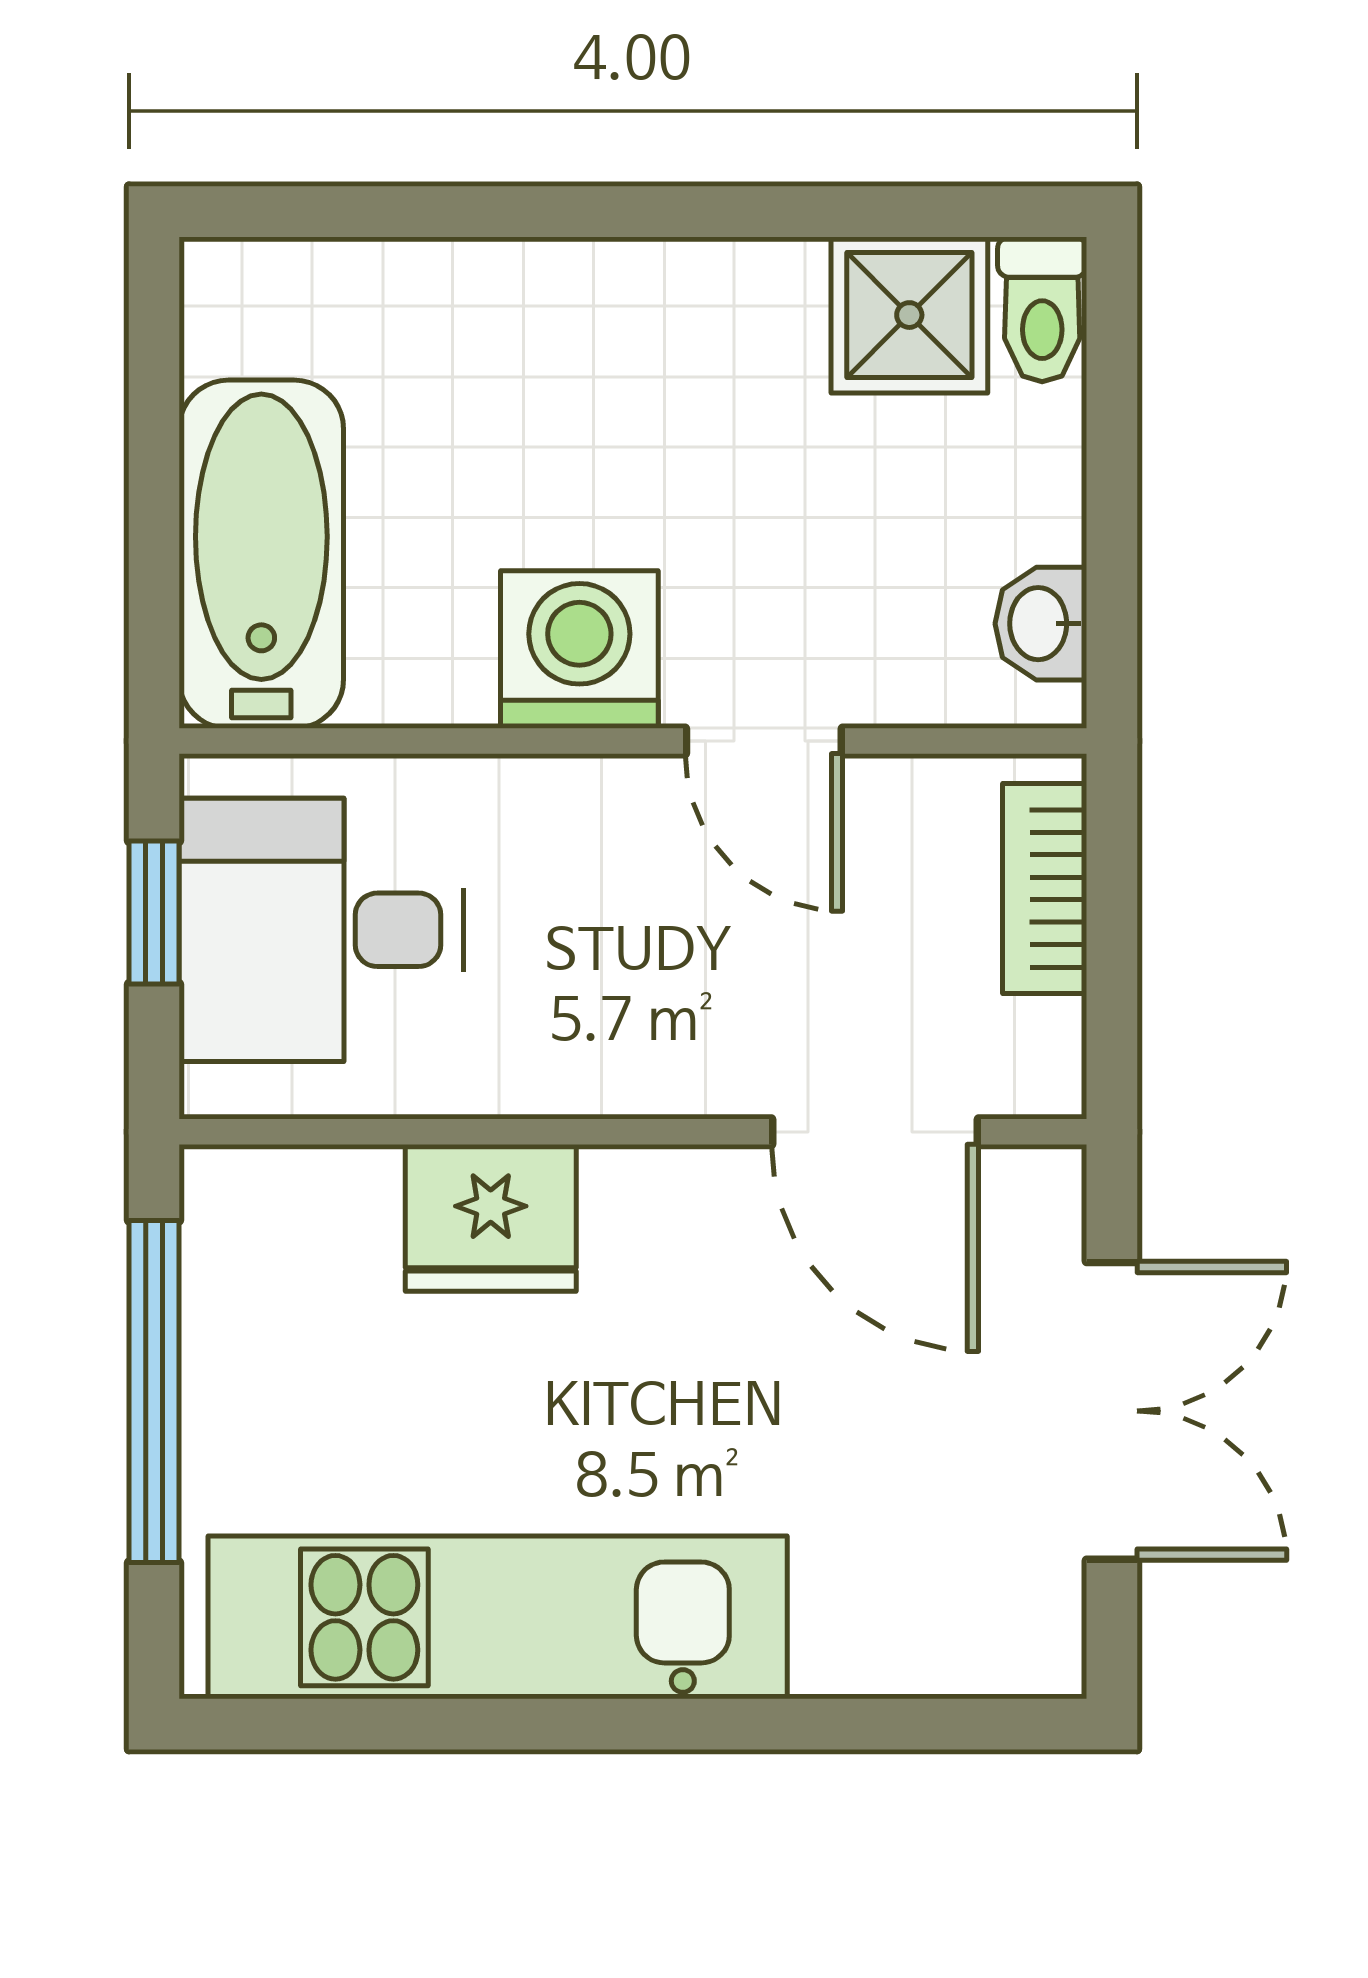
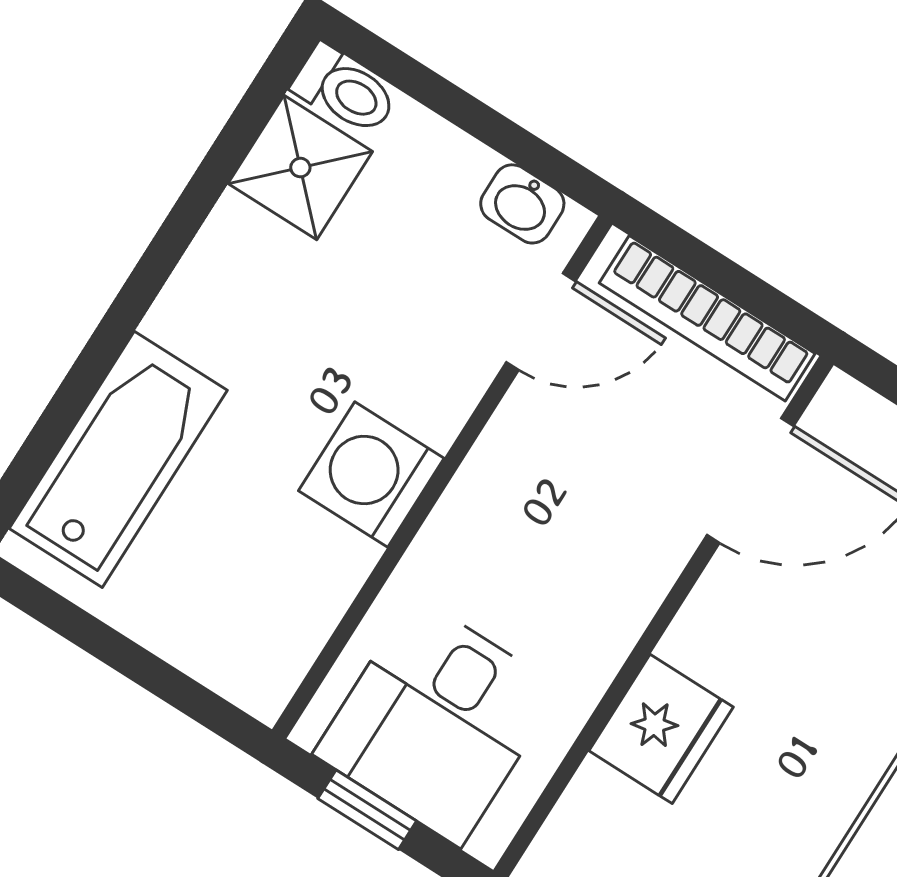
bathtub: (261, 554) -> (118, 459), moved, turned 90
door: (764, 741) -> (541, 322), moved
bookcase: (1045, 889) -> (707, 318), width x1.56

